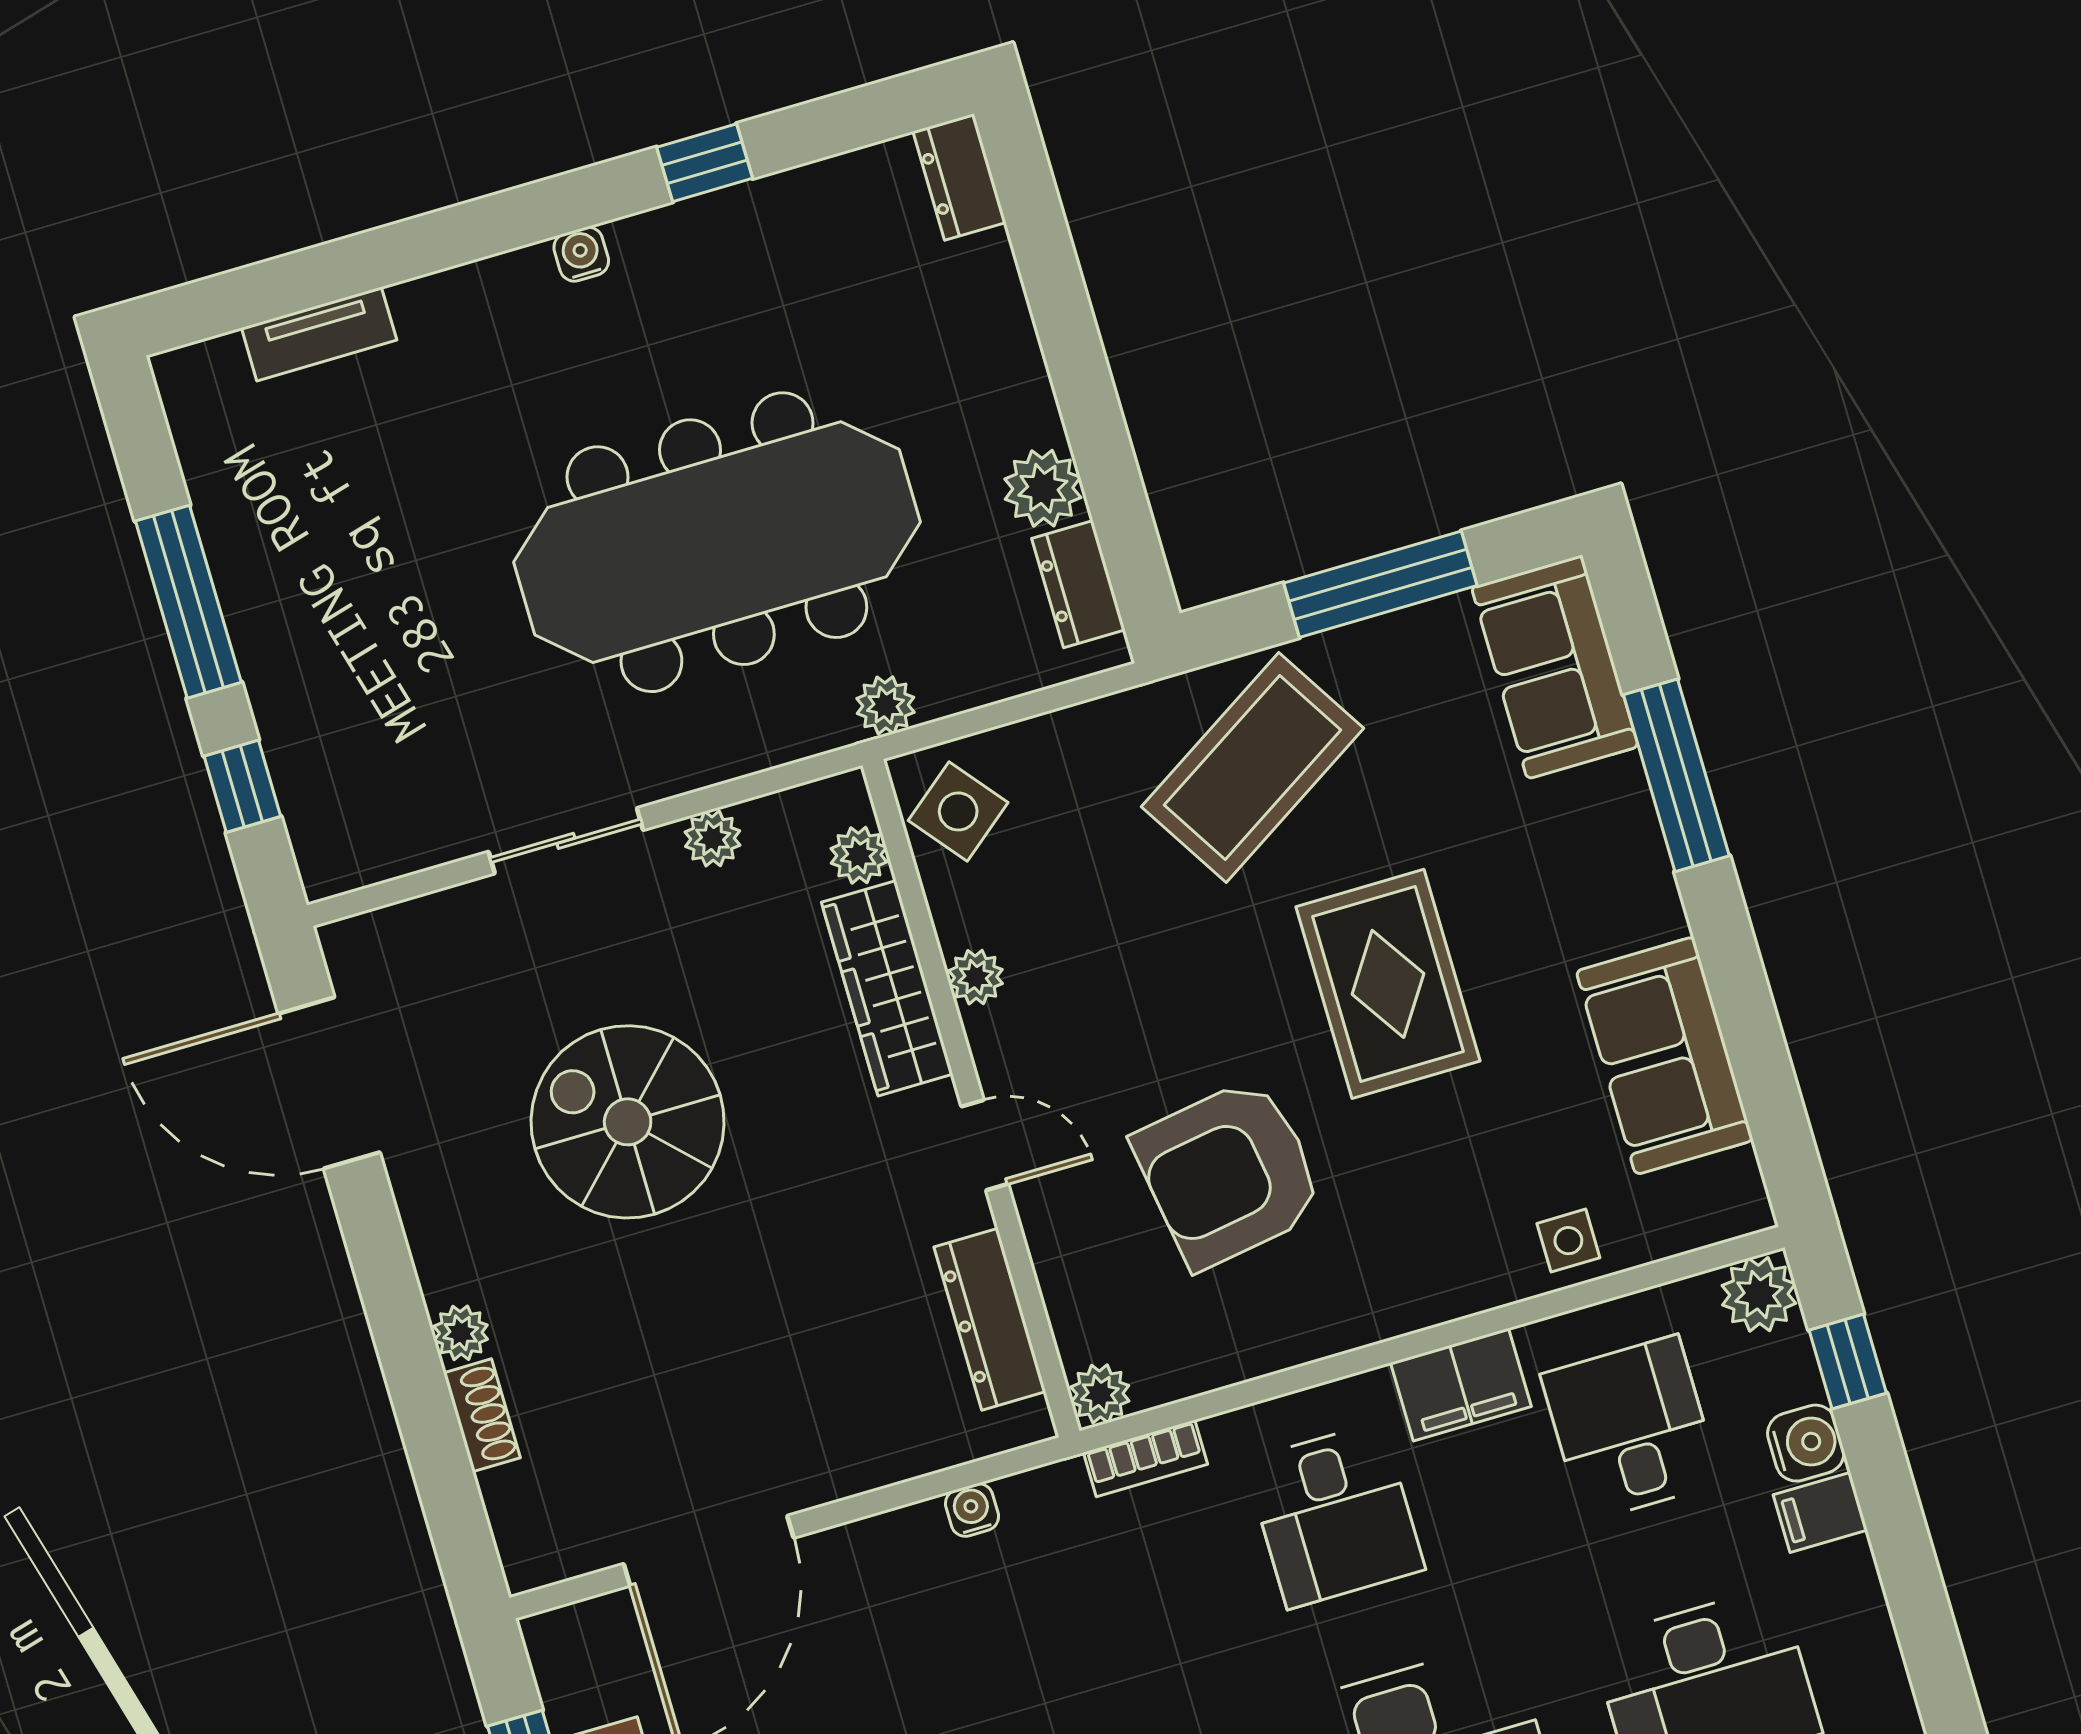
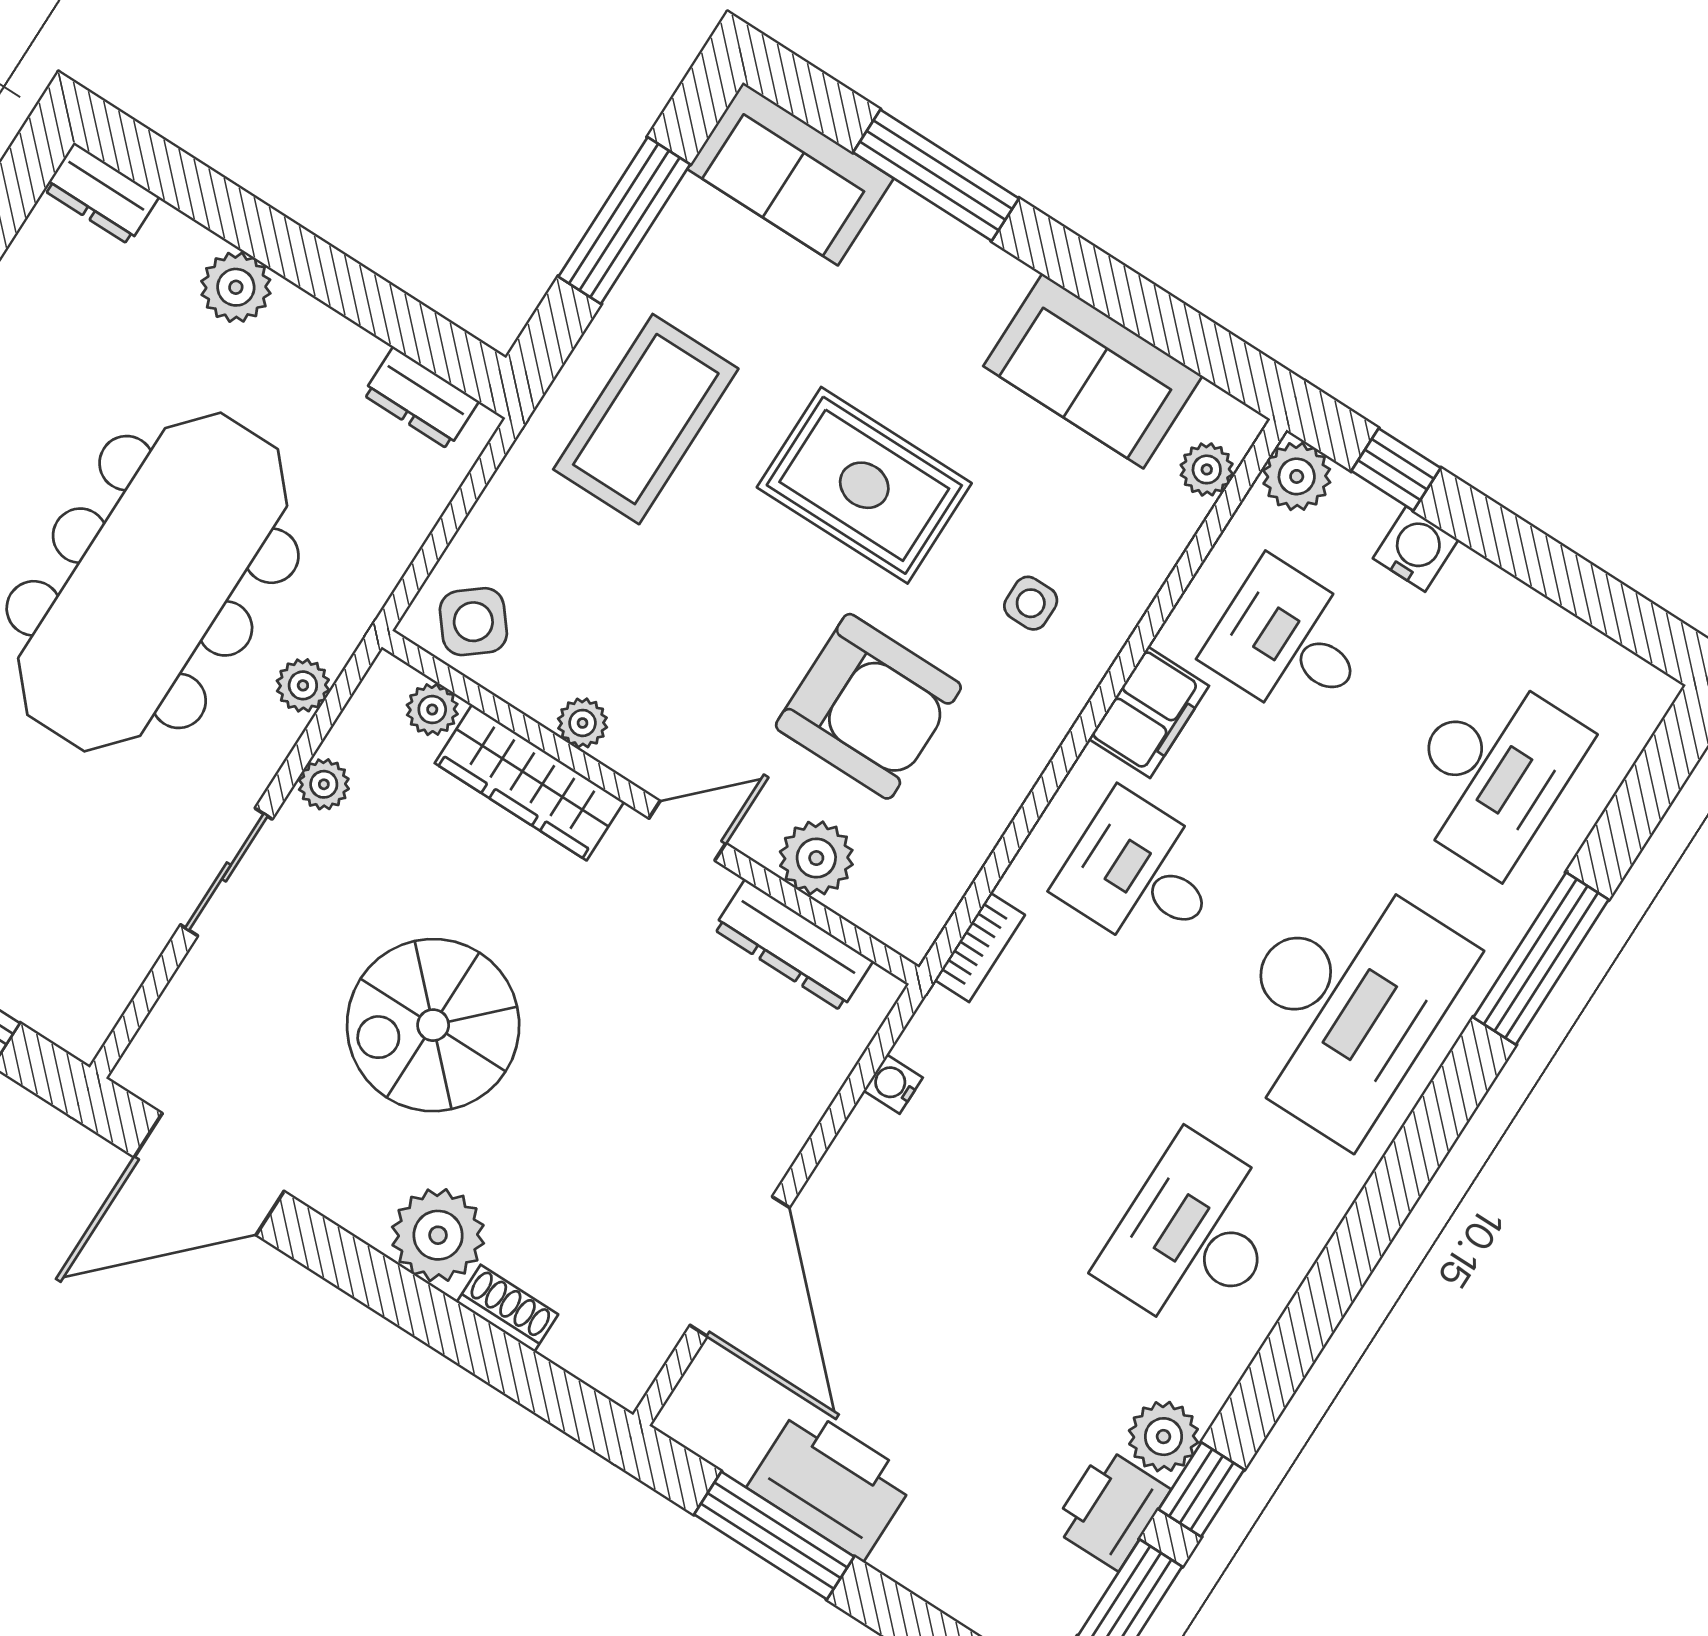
plant: (1043, 488) -> (236, 287), moved
plant: (885, 705) -> (303, 685), moved
coffee table: (1252, 767) -> (646, 419), turned 32
armchair: (1229, 1173) -> (868, 706), turned -81
plant: (1688, 1222) -> (1207, 469), added
side table: (1568, 1241) -> (1031, 603), moved
plant: (461, 1333) -> (438, 1235), width x1.88, depth x1.88
plant: (1100, 1394) -> (816, 858), moved, width x1.38, depth x1.38
filing cabinet: (1820, 1512) -> (1466, 587), removed
desk: (1335, 1515) -> (1141, 874), turned 180

